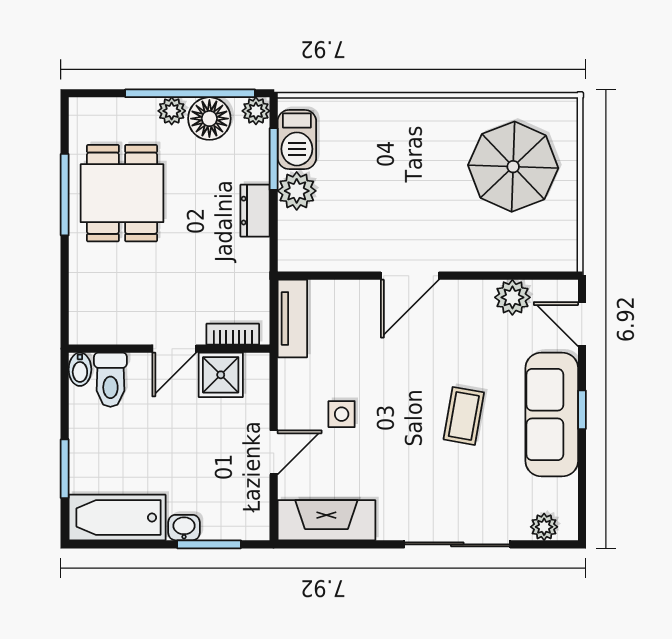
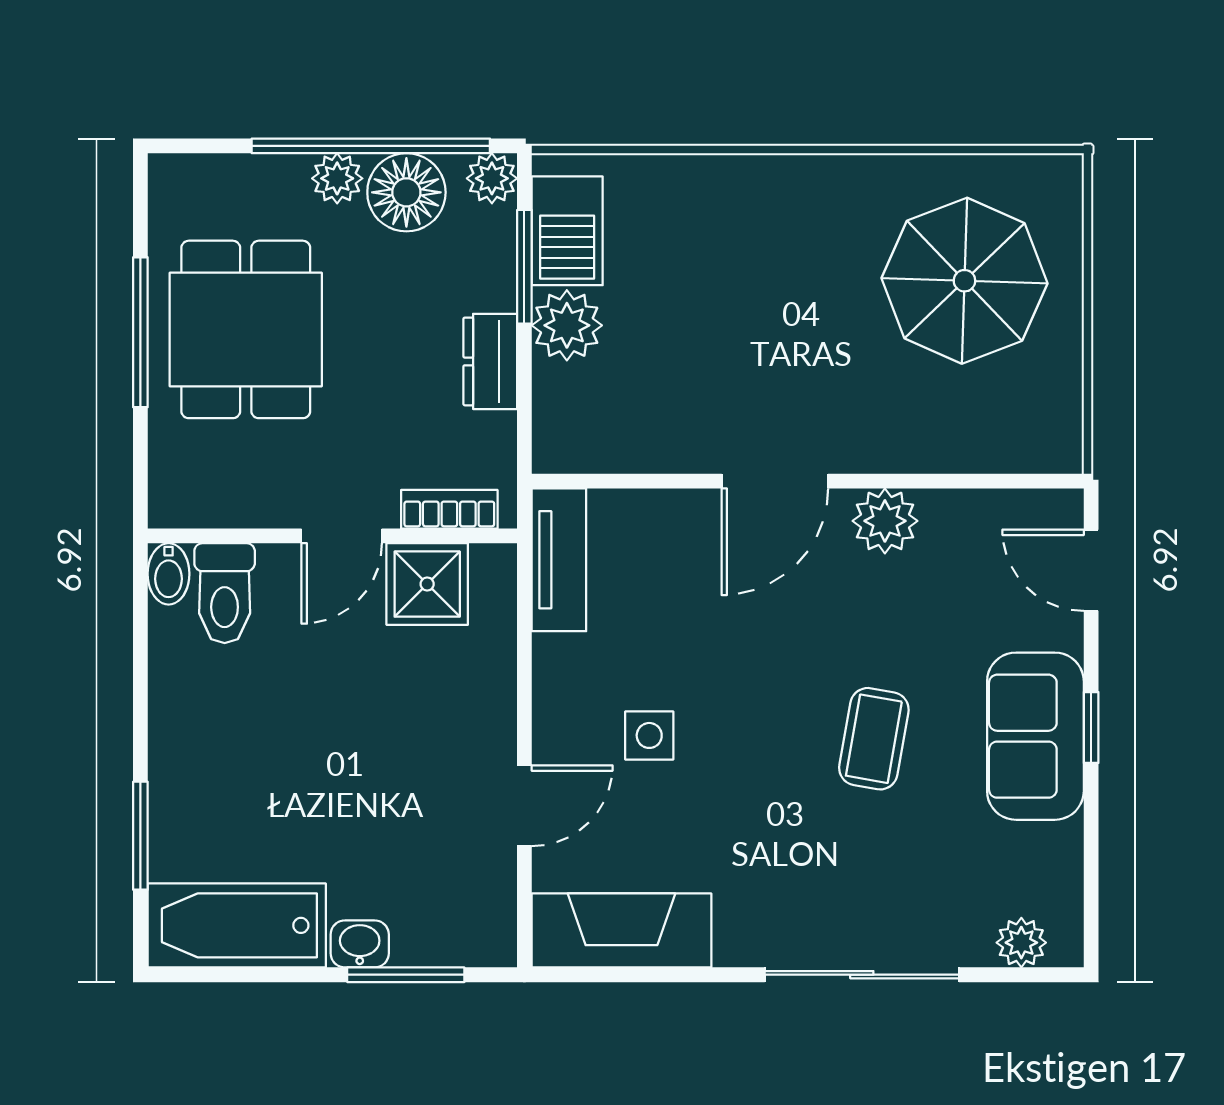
plant: (512, 297) -> (885, 521), moved
bookcase: (233, 334) -> (449, 509), moved
wall: (169, 349) -> (332, 536), moved
door: (174, 349) -> (342, 536), moved
bidet: (80, 369) -> (169, 574), moved
shower: (221, 375) -> (427, 584), moved
toilet: (110, 380) -> (225, 593), moved
sofa: (552, 415) -> (1035, 736), width x0.73

